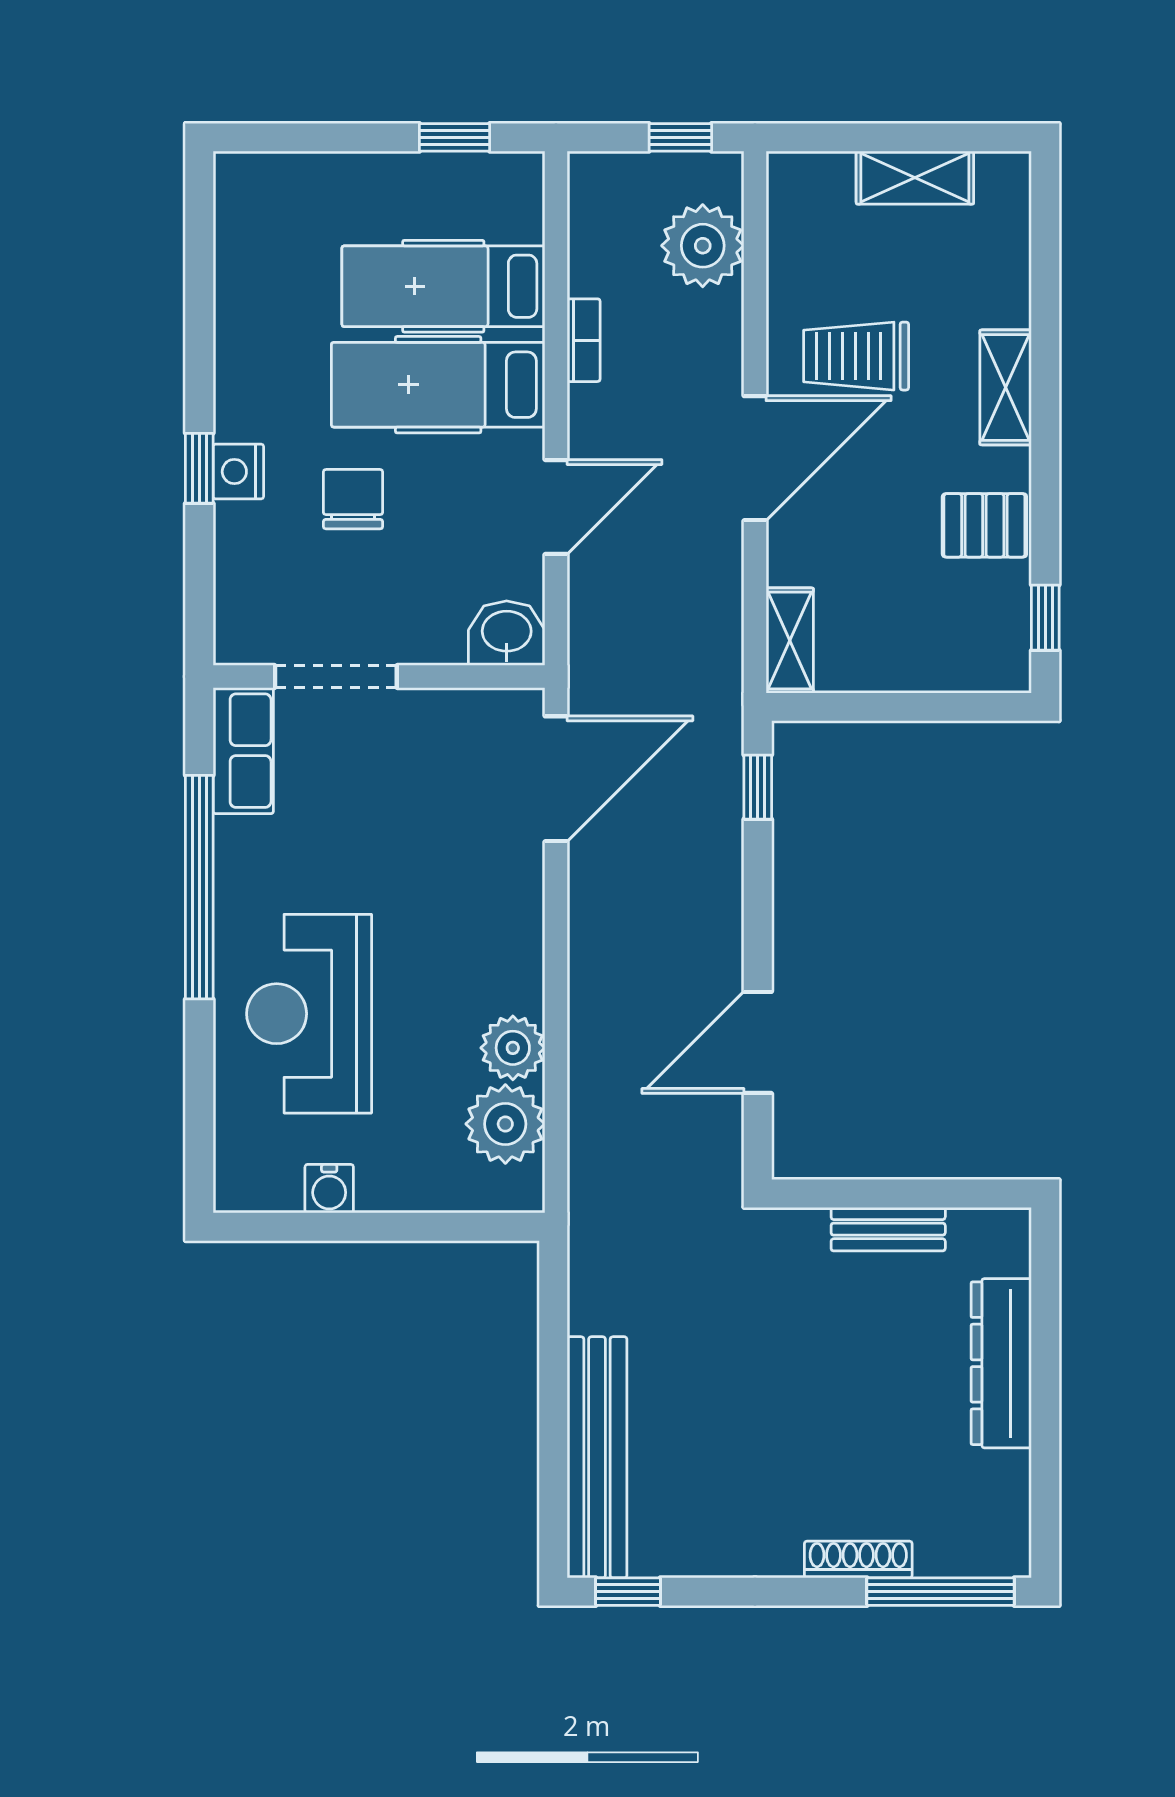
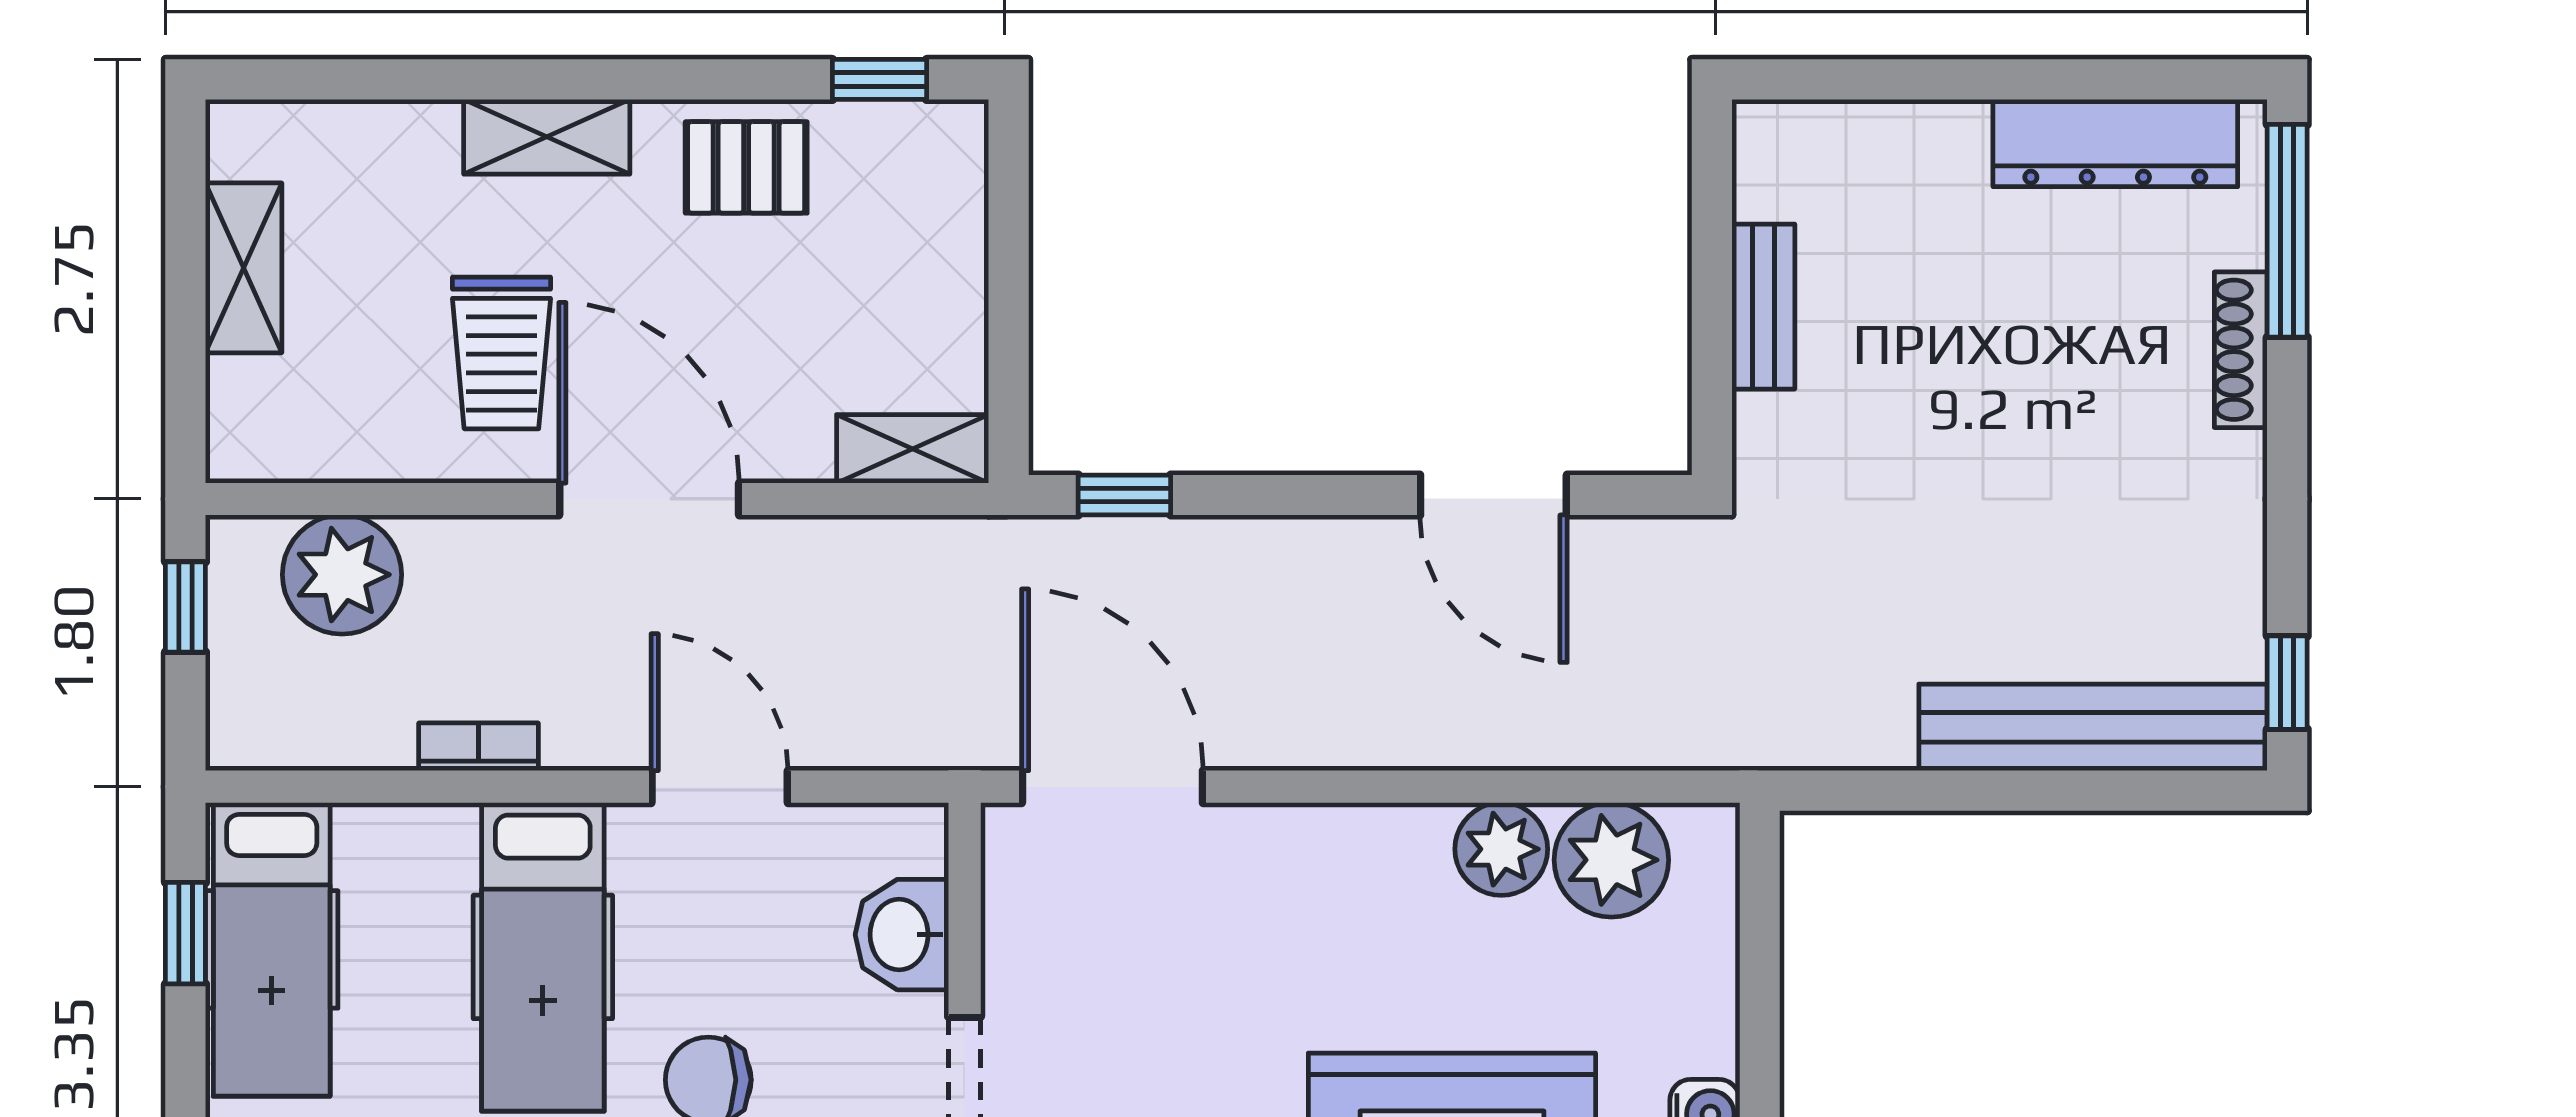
hospital bed: (443, 286) -> (272, 949), moved
pallet: (984, 525) -> (746, 167), turned 90
washbasin: (507, 633) -> (902, 935), moved
dresser: (1001, 1363) -> (2115, 143), moved

